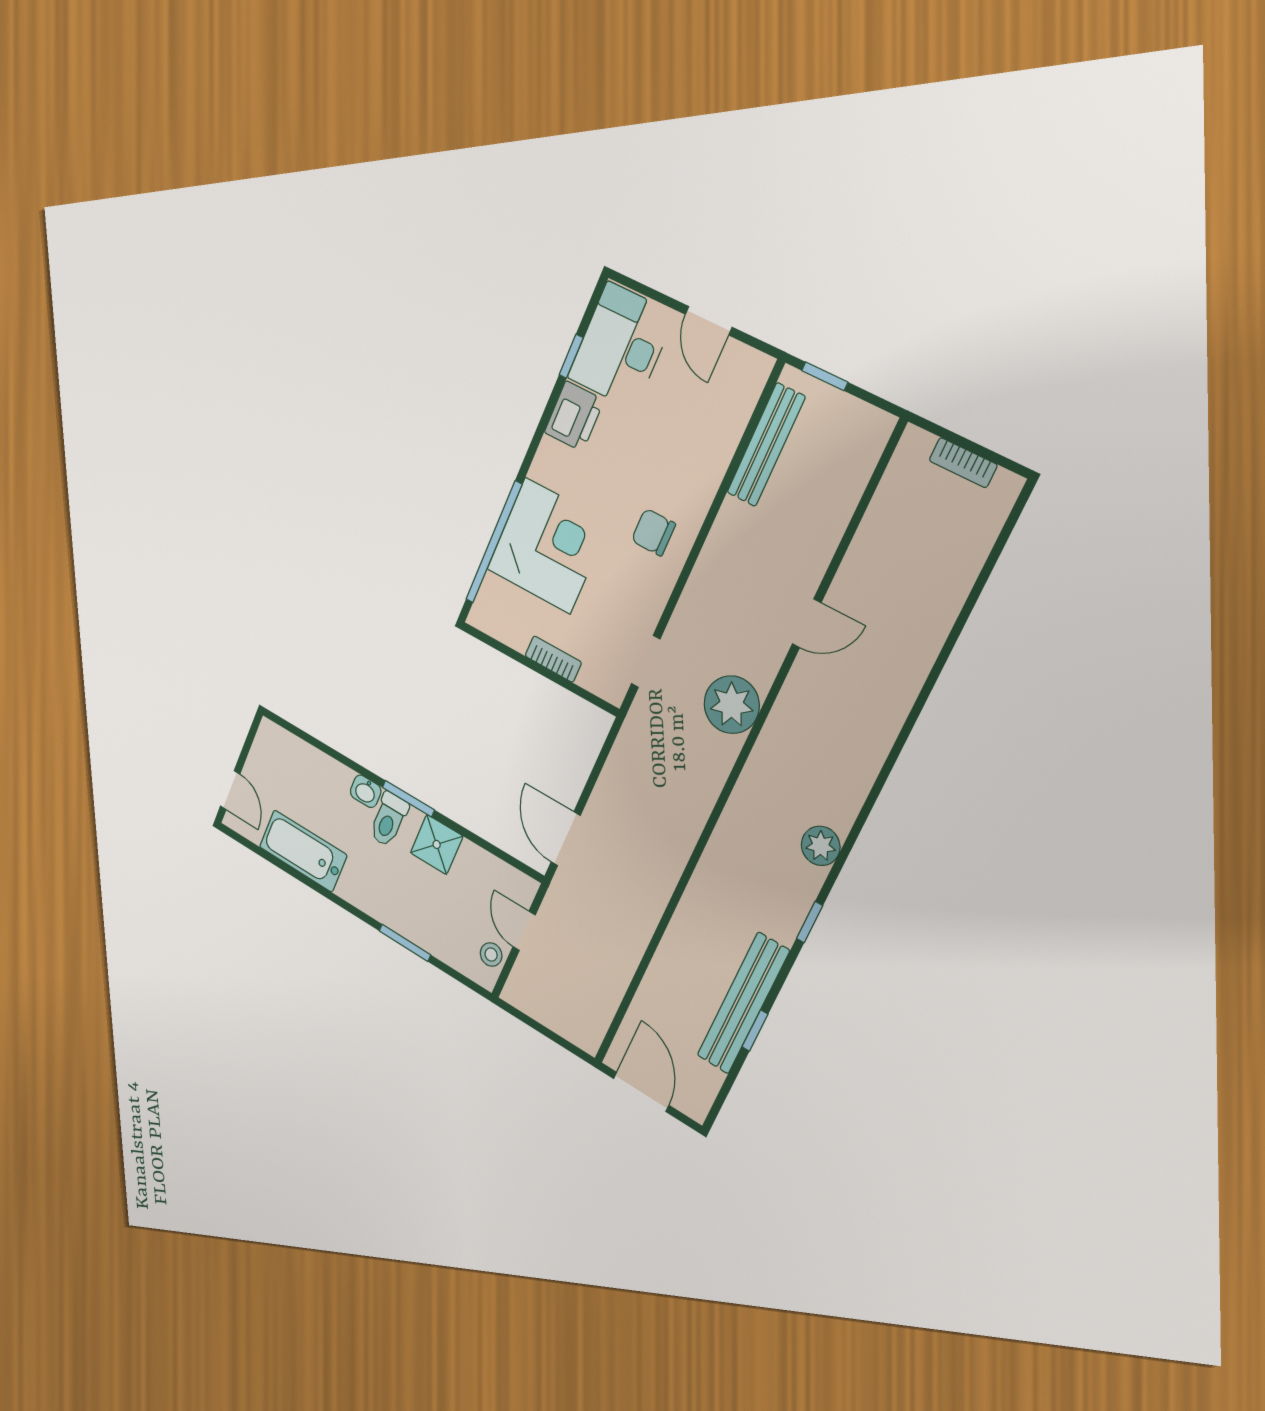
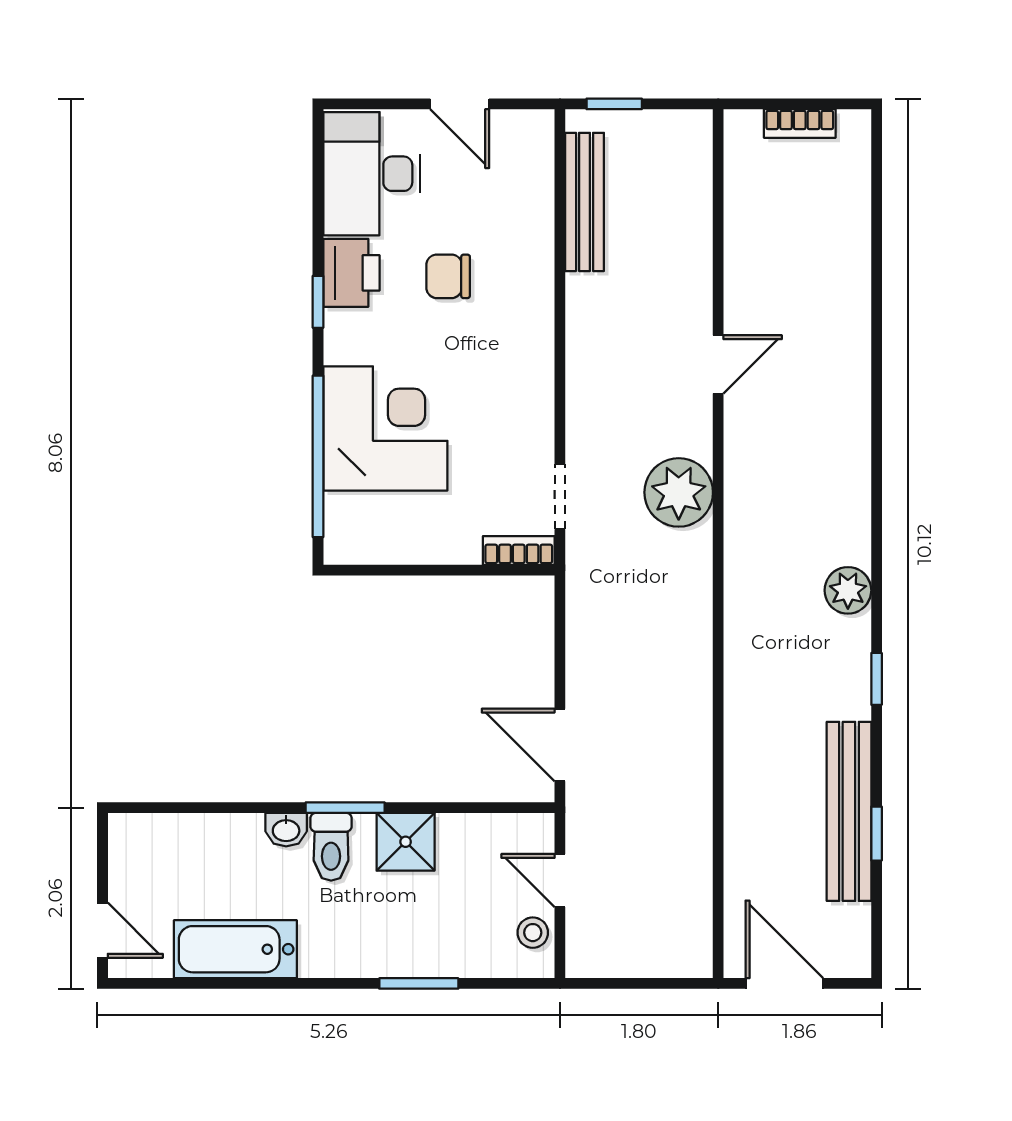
window: (571, 356) -> (318, 302), moved
chair: (653, 532) -> (448, 276), moved
bookcase: (553, 659) -> (519, 550), moved

